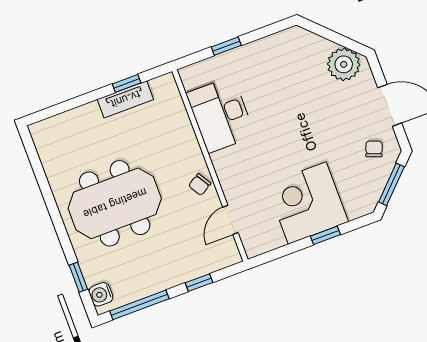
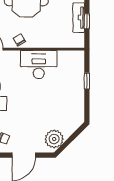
desk: (221, 115) -> (39, 65), moved

